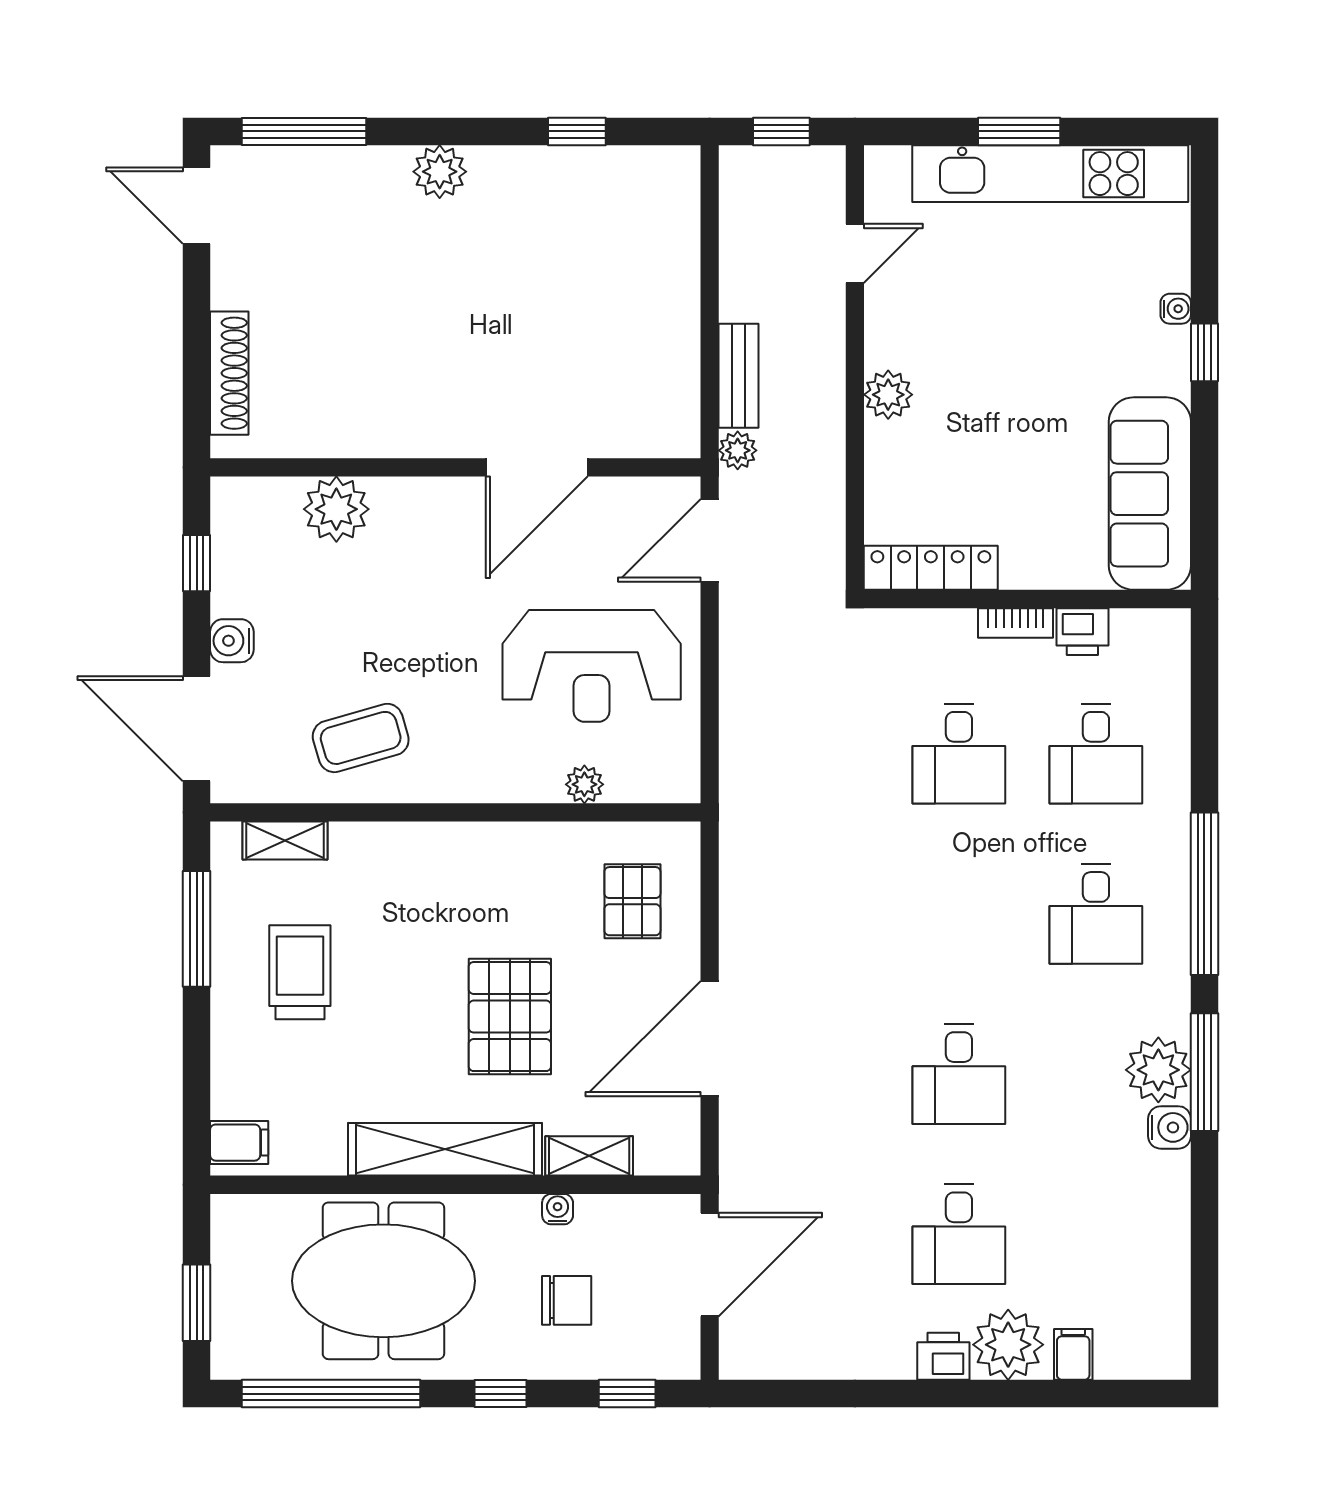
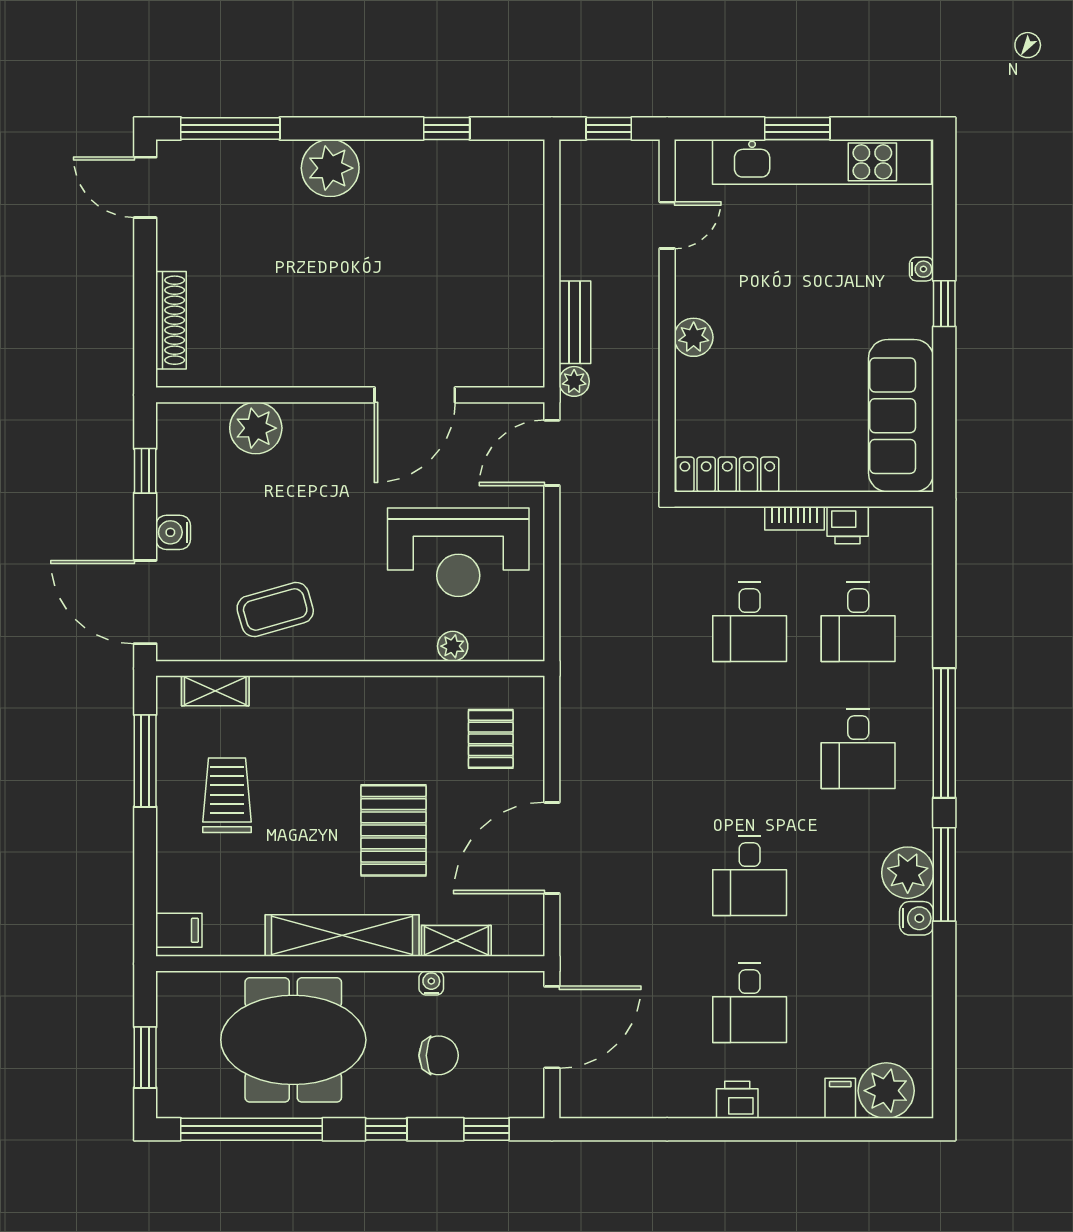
plant: (440, 172) -> (330, 168), width x1.36, depth x1.36
plant: (1008, 1345) -> (886, 1091), moved

